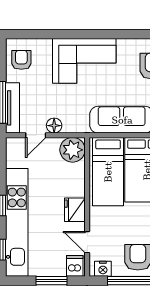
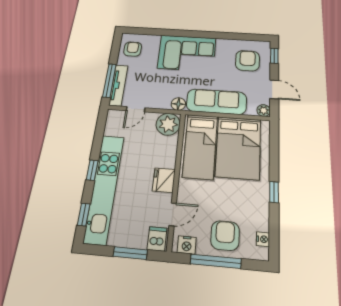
floor lamp: (54, 126) -> (178, 104), moved
door: (87, 242) -> (173, 214), swing flipped

